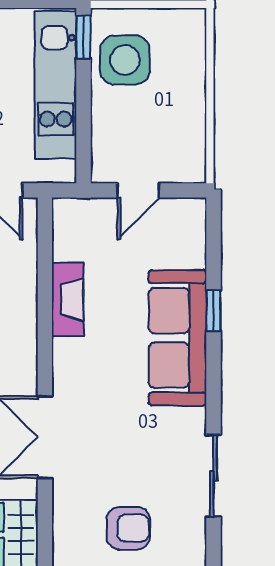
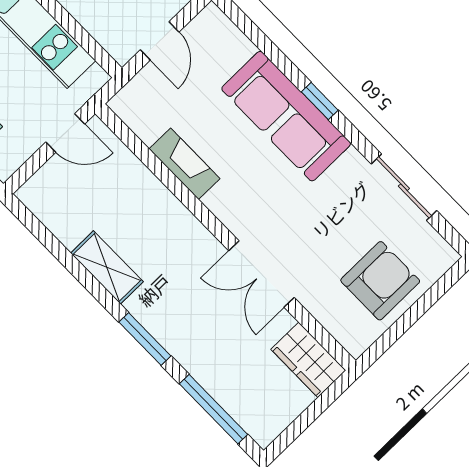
window: (213, 311) -> (320, 101), moved
armchair: (128, 528) -> (380, 281), width x1.38, depth x1.38

